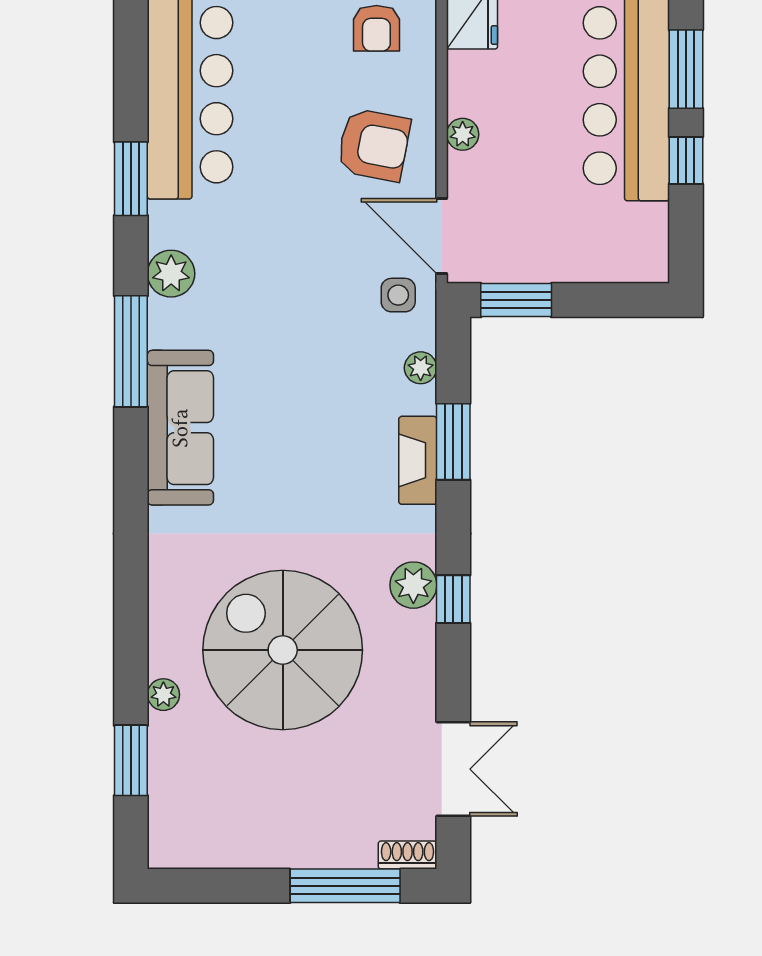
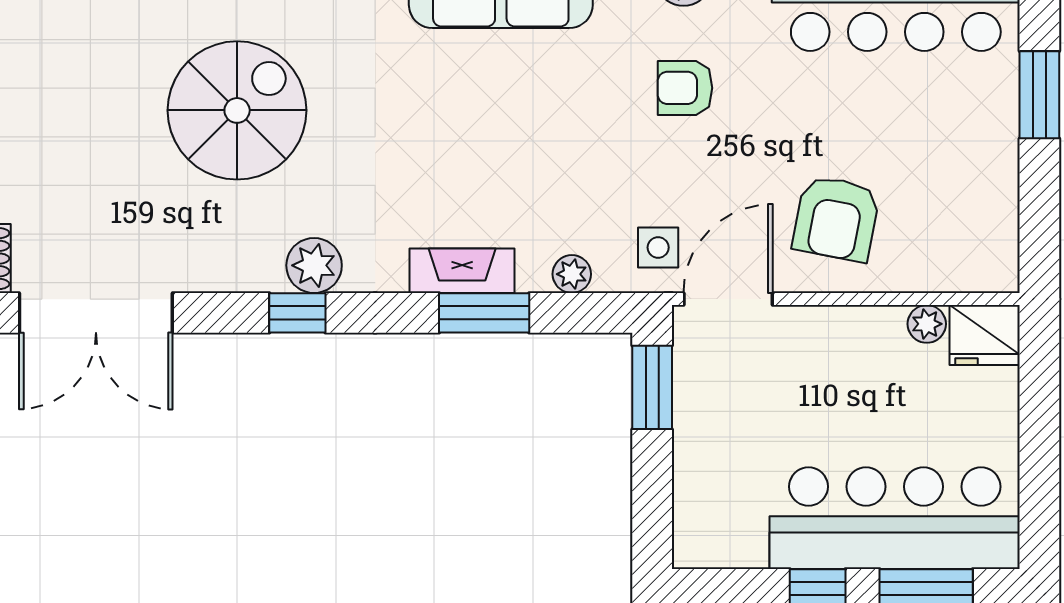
armchair: (376, 28) -> (685, 88), moved
plant: (463, 134) -> (927, 324), moved
spiral stairs: (283, 650) -> (237, 110), width x0.73, depth x0.73
double door: (453, 769) -> (96, 313), width x1.37

